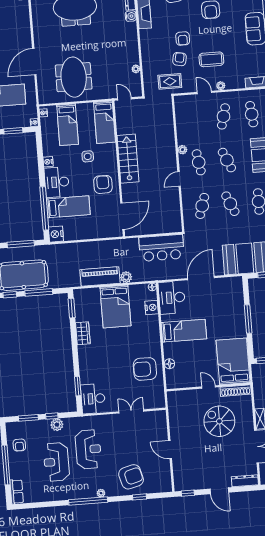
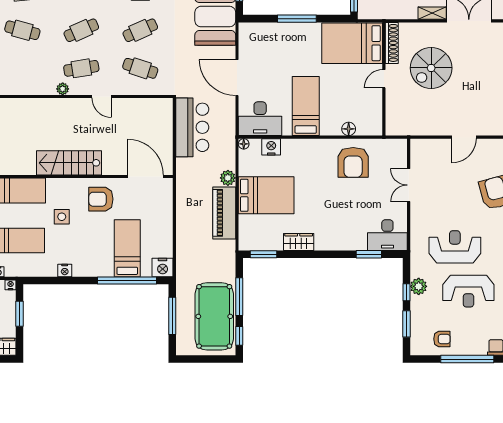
desk: (57, 182) -> (93, 261), removed

